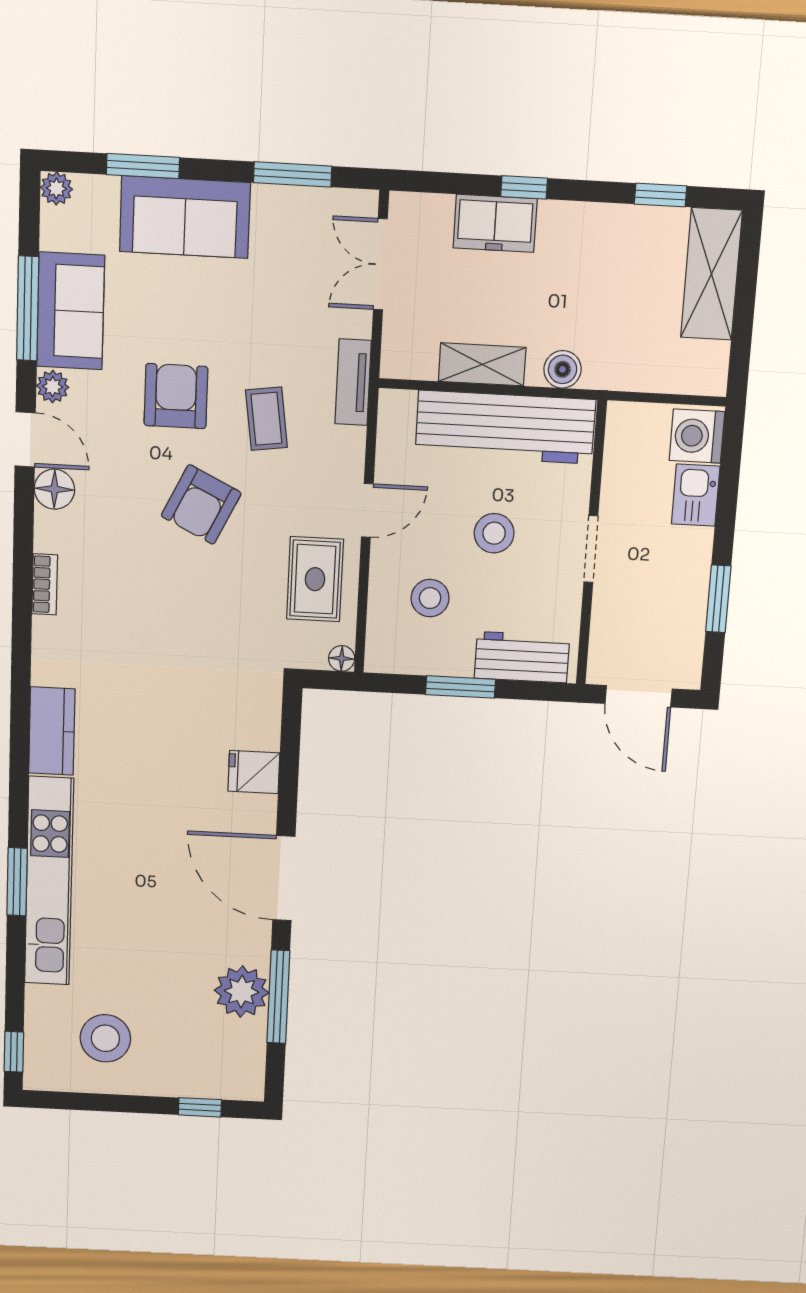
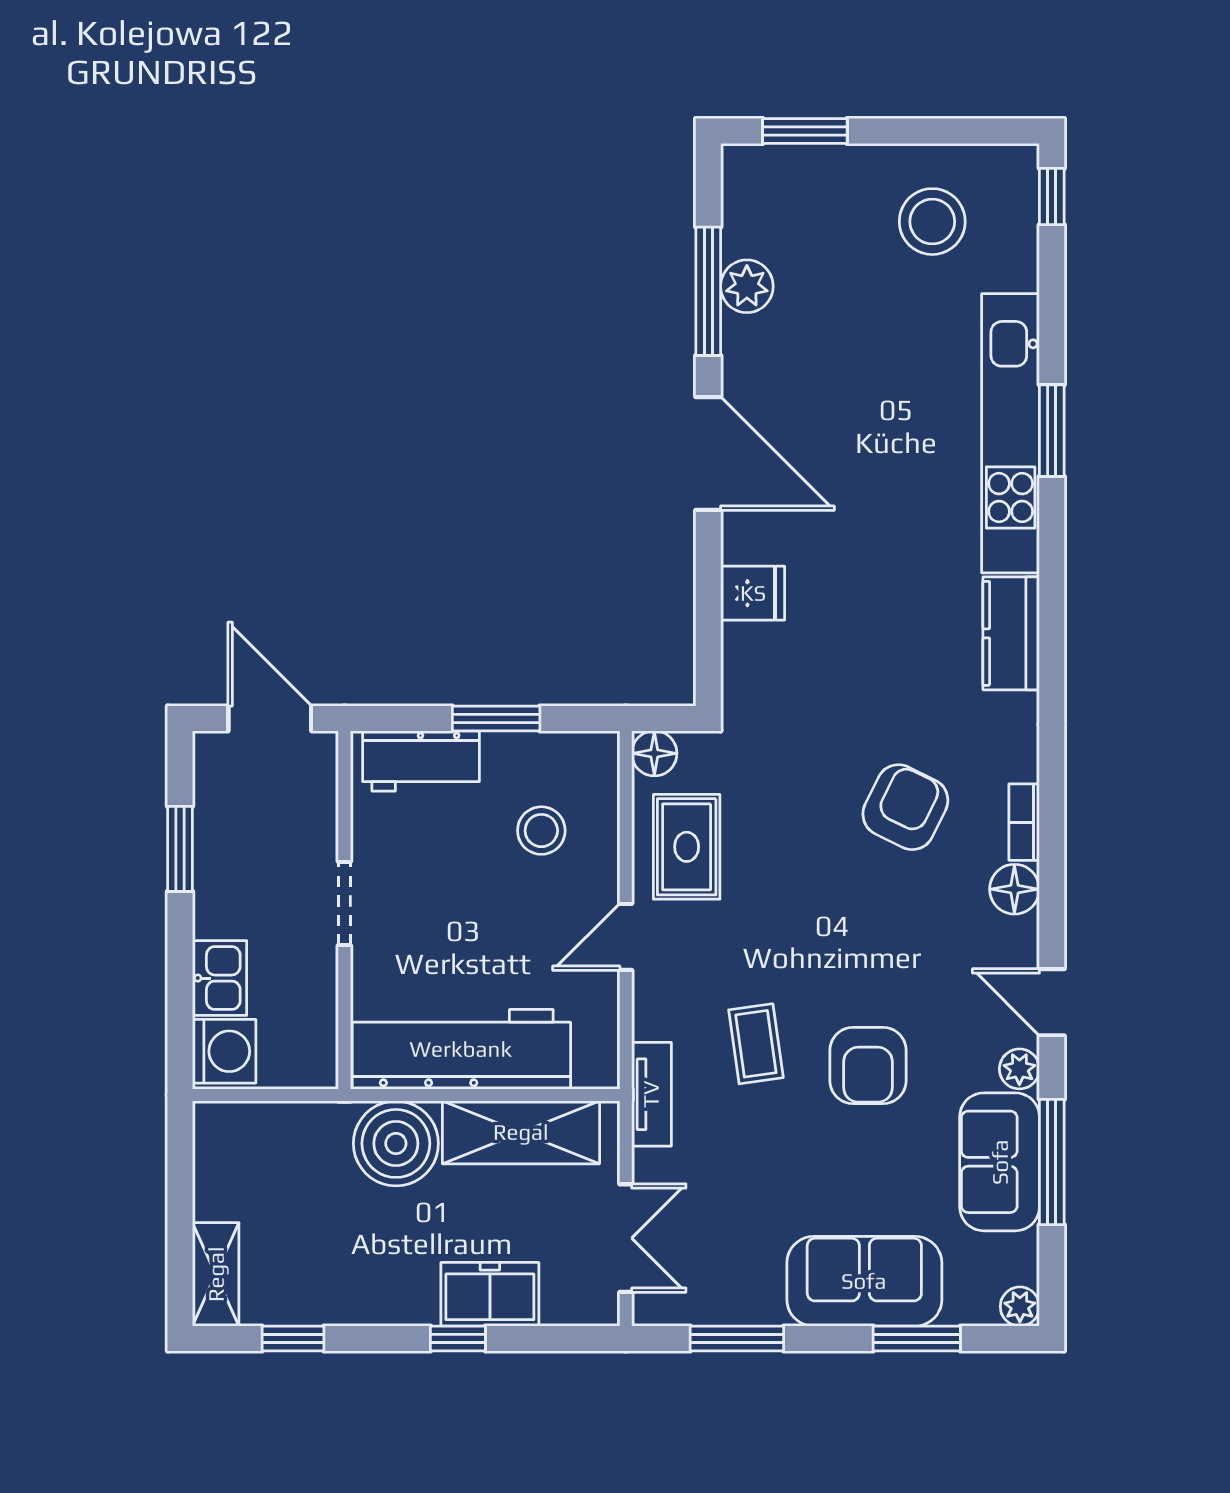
shelving: (711, 274) -> (216, 1274), width x0.67, depth x0.75
shelving: (482, 364) -> (521, 1132), width x1.50, depth x1.33
boiler: (563, 369) -> (396, 1143), width x1.86, depth x1.86
floor lamp: (54, 489) -> (1014, 889), moved
armchair: (201, 505) -> (905, 807), moved
stool: (494, 533) -> (466, 917), removed
floor lamp: (342, 658) -> (654, 753), width x1.37, depth x1.37
plant: (242, 992) -> (747, 286), width x0.73, depth x0.73
window: (200, 1107) -> (805, 131), width x1.50

